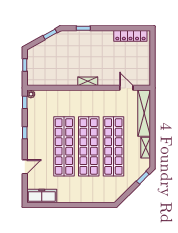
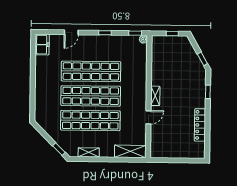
locker: (130, 36) -> (200, 125), moved
door: (126, 88) -> (148, 117), moved
shelving: (144, 113) -> (130, 151), width x0.68
door: (25, 167) -> (71, 32), hinge flipped
freezer: (42, 196) -> (42, 45), width x0.71

